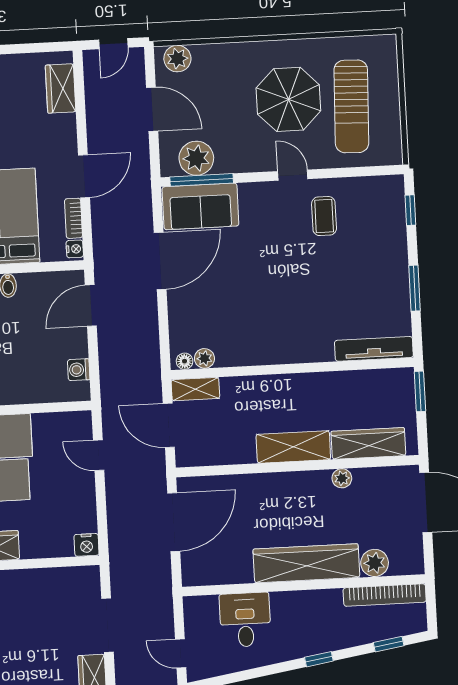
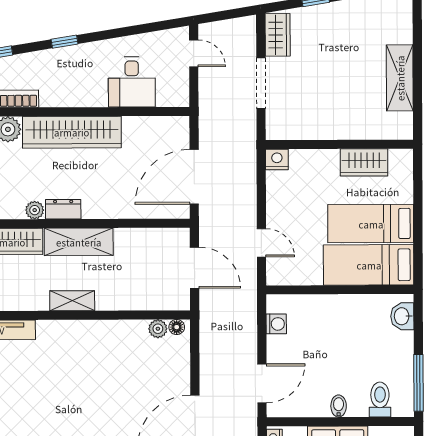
shelving: (195, 389) -> (72, 301), moved
dresser: (312, 481) -> (63, 209), added

